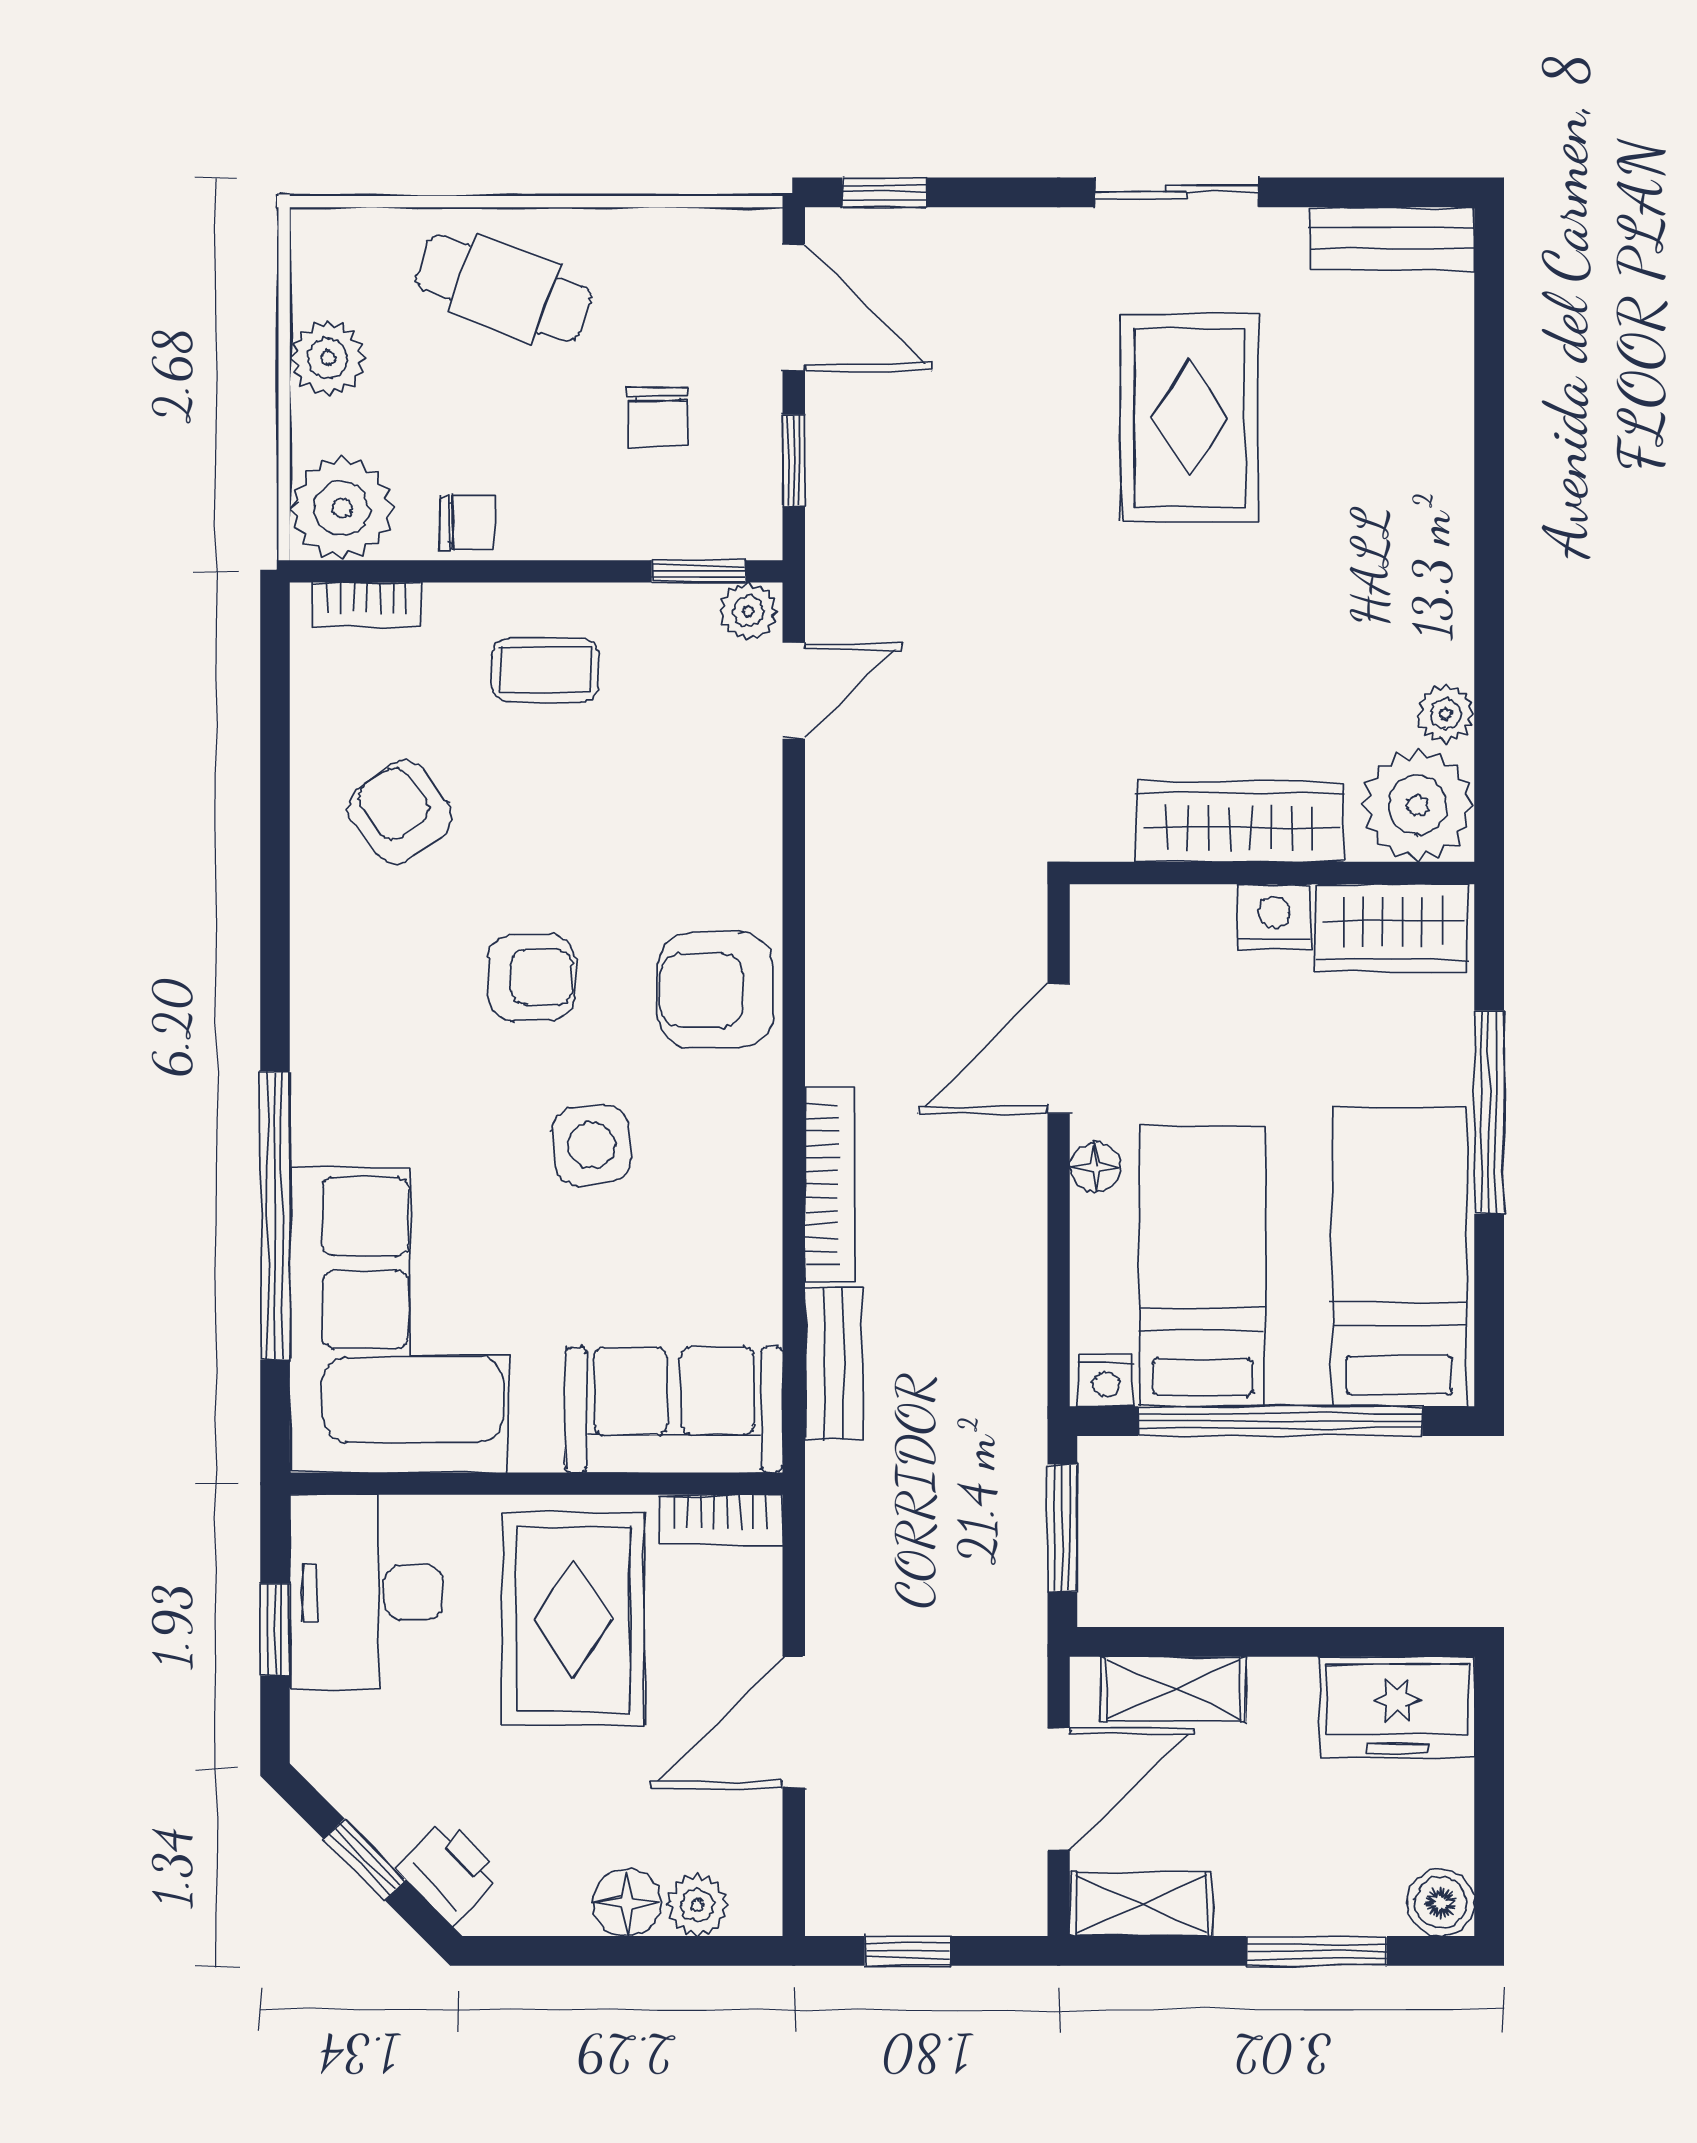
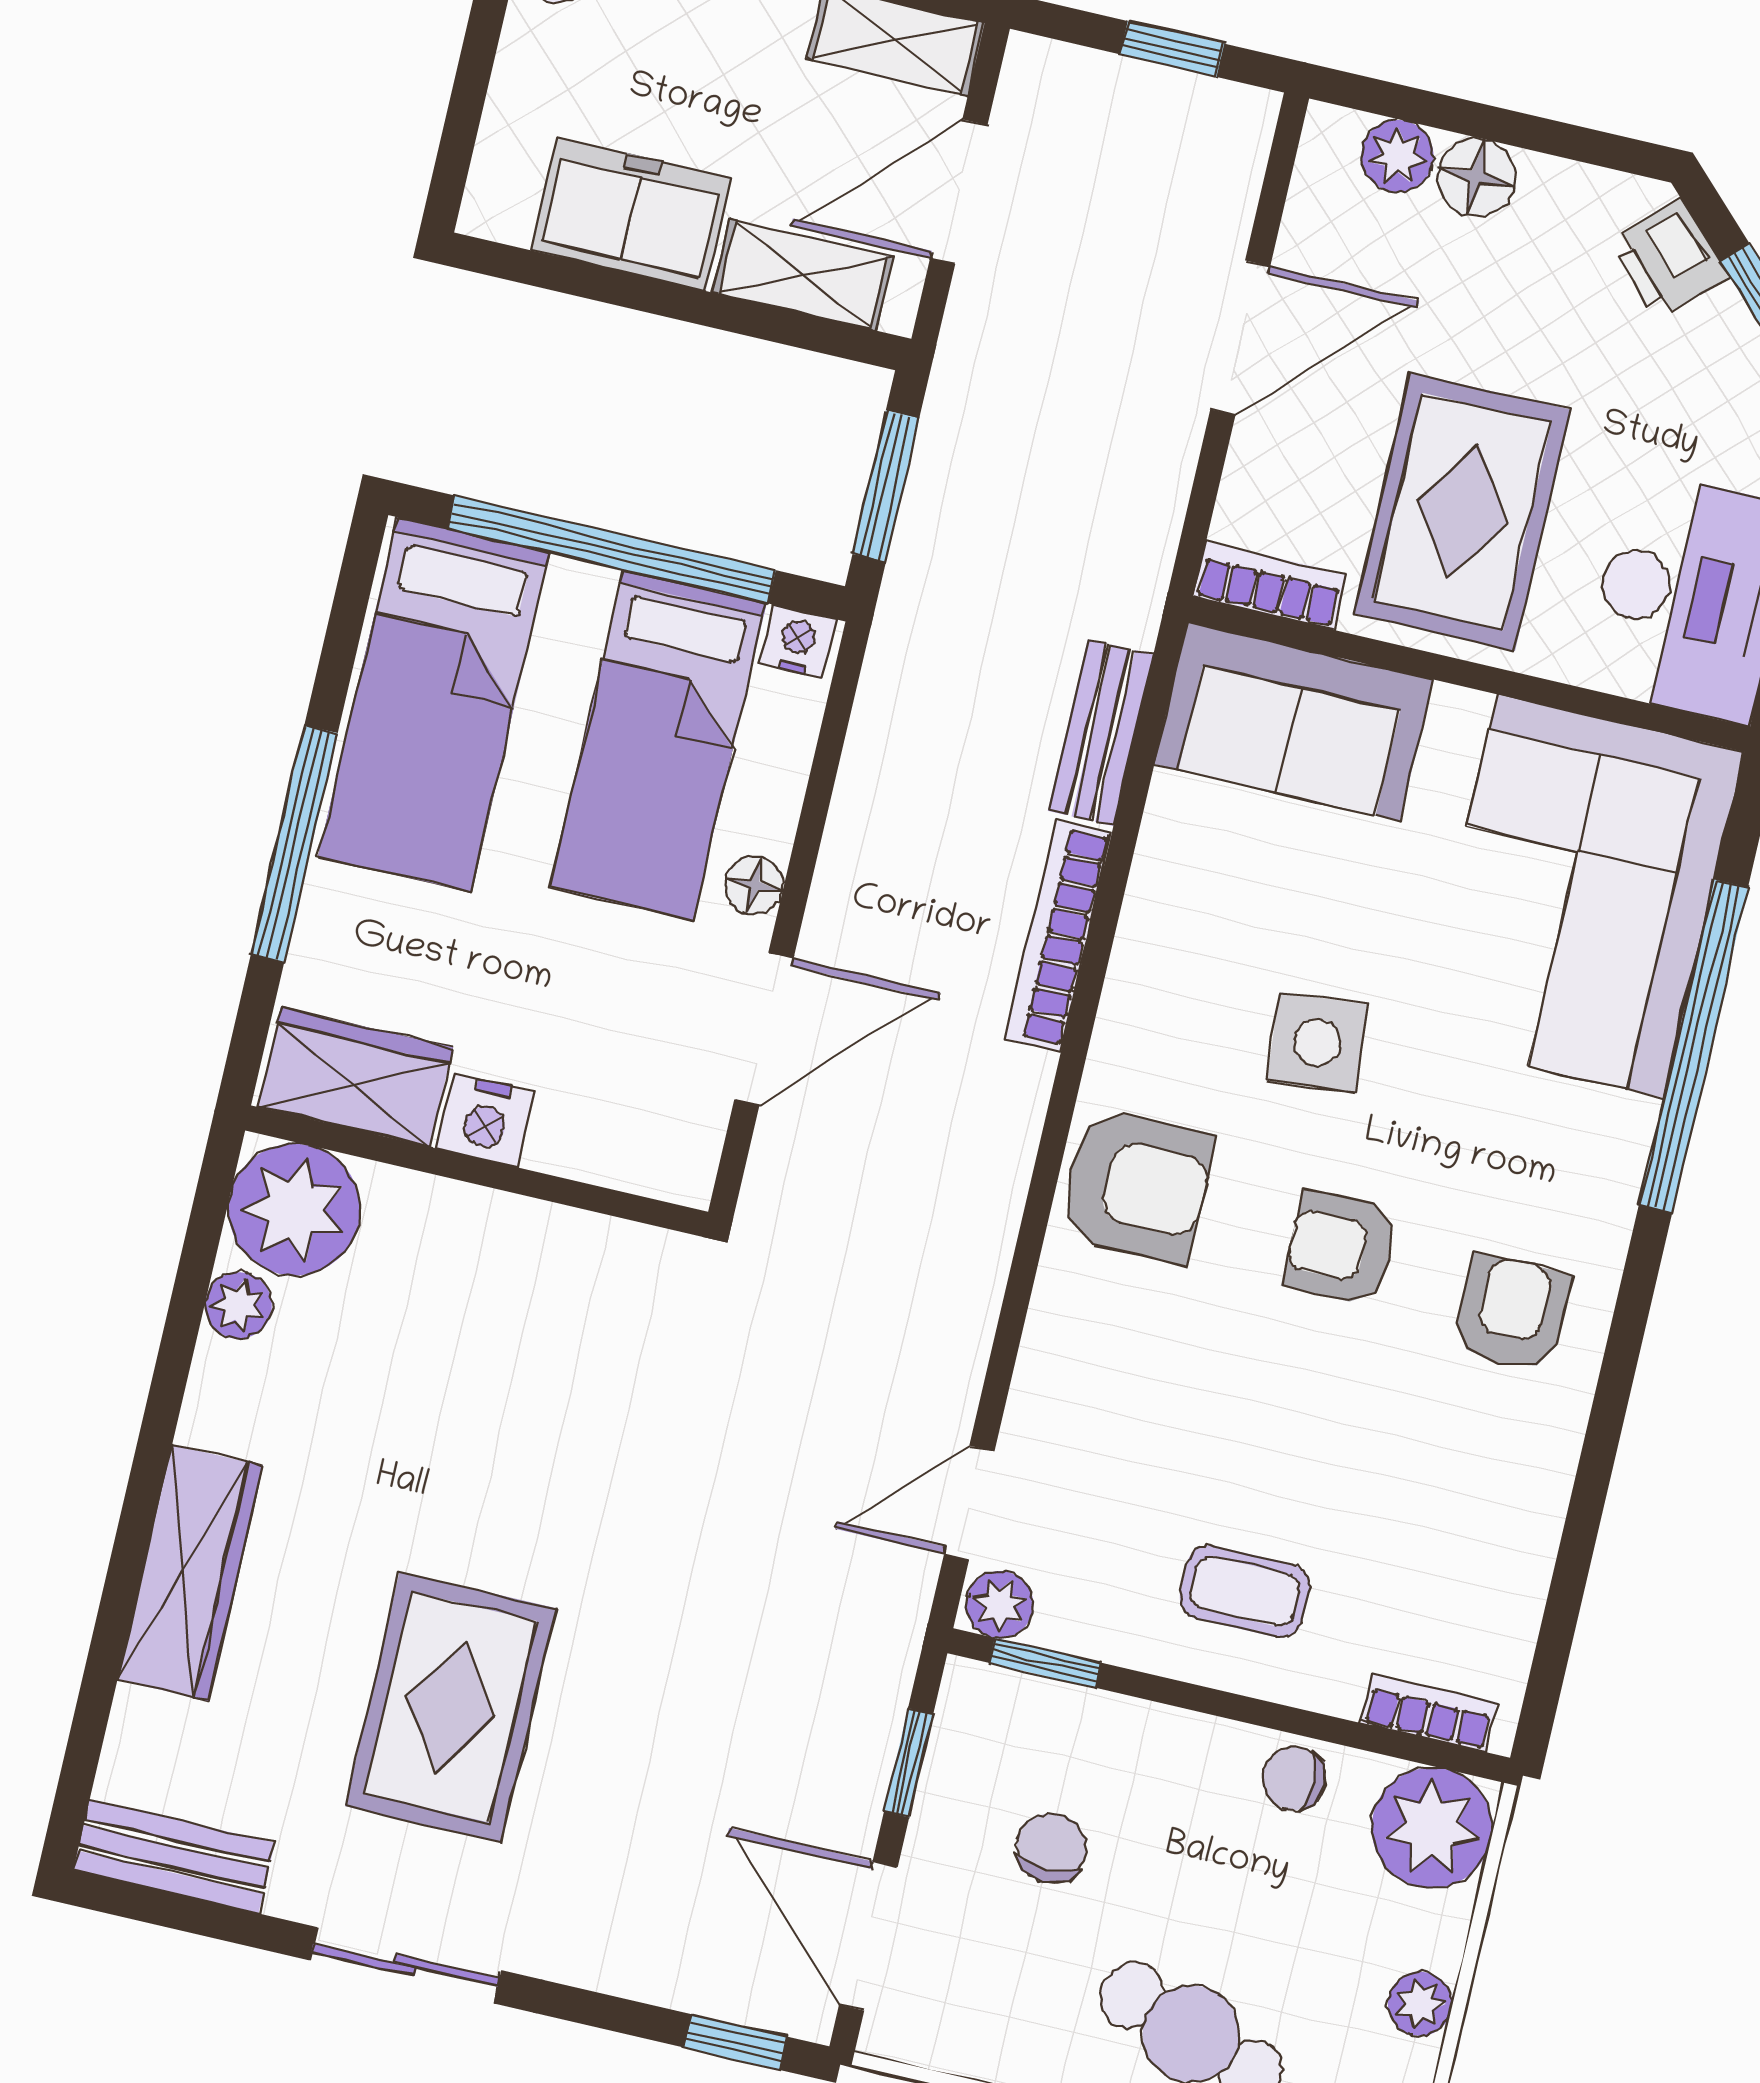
plant: (328, 358) -> (1420, 2004), width x0.73, depth x0.73
armchair: (400, 812) -> (1512, 1313), moved, turned -143
wardrobe: (1240, 822) -> (190, 1573), moved, turned -90
freezer: (1397, 1707) -> (631, 214), moved

